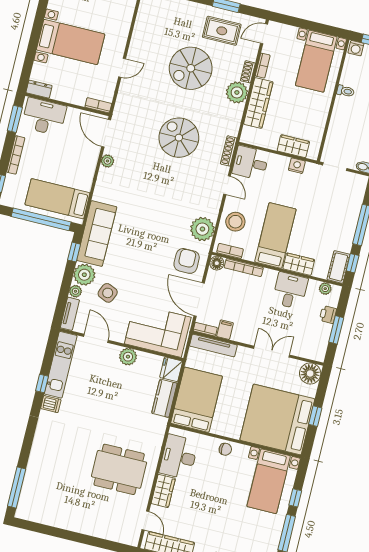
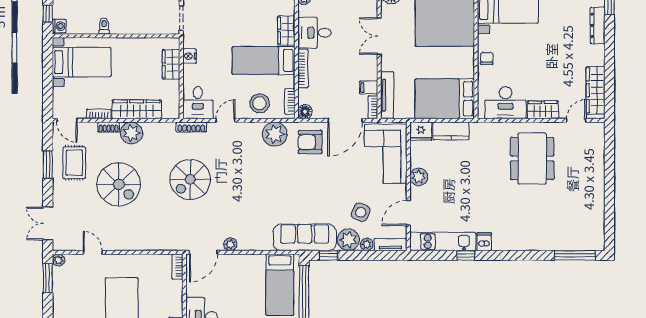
door: (122, 68) -> (93, 252), moved
bookcase: (244, 268) -> (303, 69), moved

